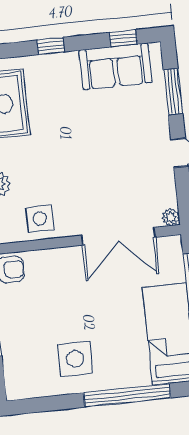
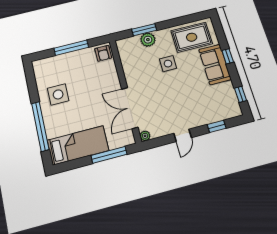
sofa: (115, 66) -> (215, 64), moved
window: (173, 91) -> (217, 126), width x0.67
side table: (40, 219) -> (168, 64), moved

